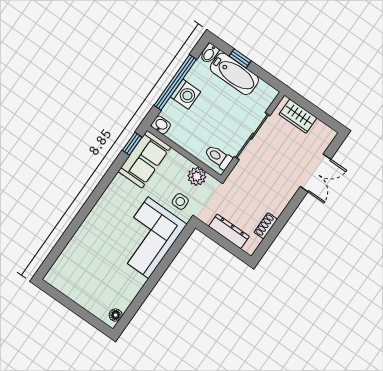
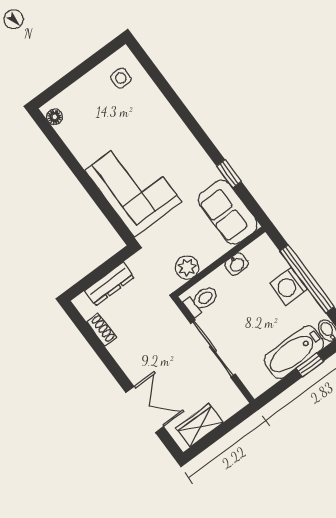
wardrobe: (298, 116) -> (199, 425), moved
washbasin: (161, 125) -> (236, 264), moved
window: (132, 144) -> (229, 174), moved
double door: (316, 173) -> (145, 410), swing flipped
side table: (180, 201) -> (121, 78), moved

